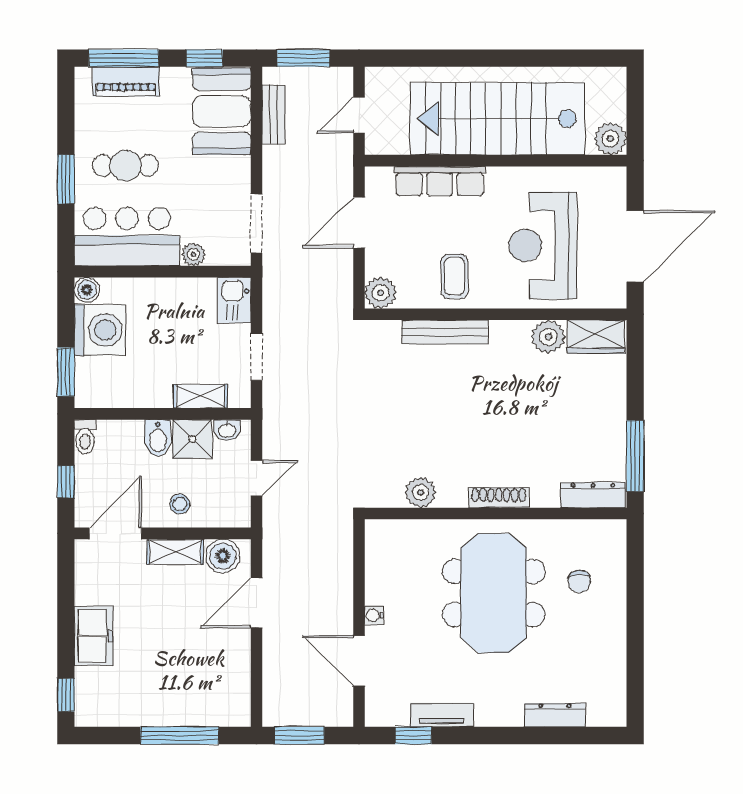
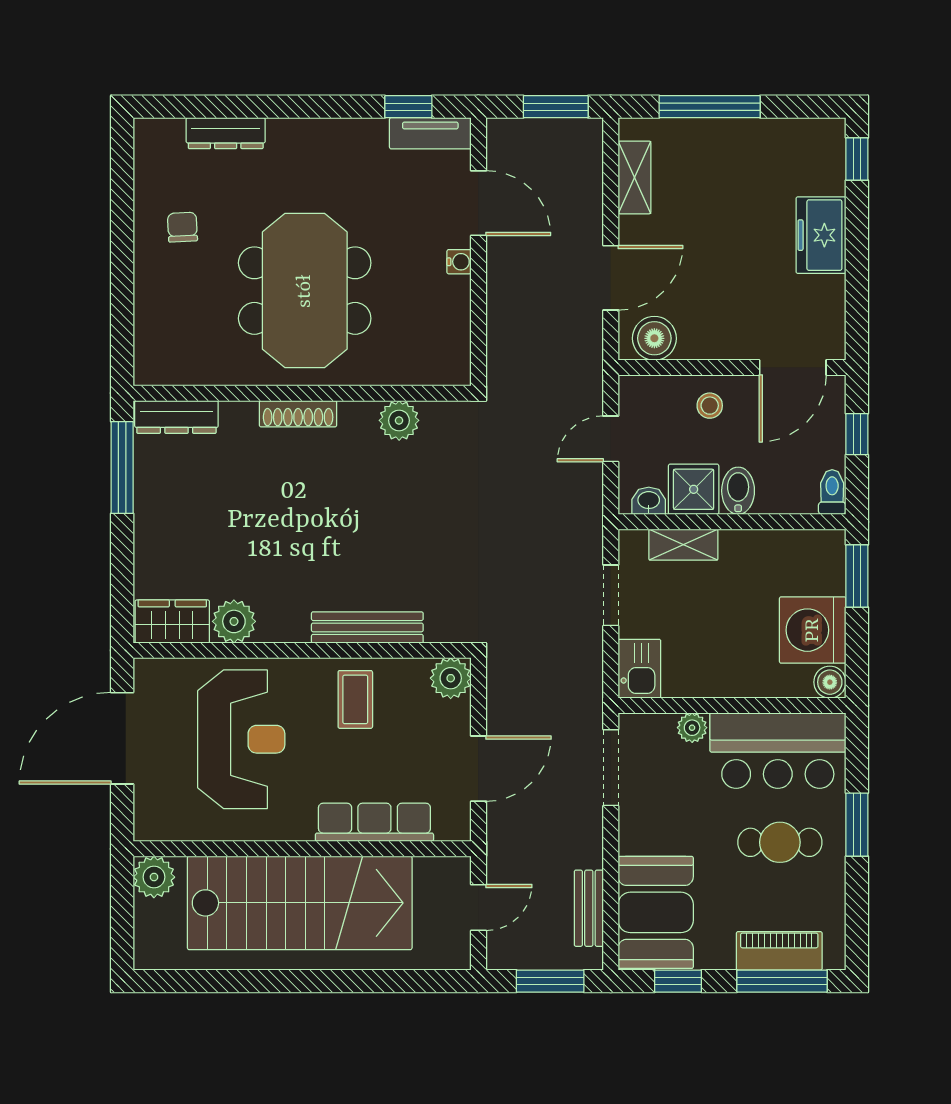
shelving: (175, 552) -> (634, 177), moved, turned 90
chair: (579, 581) -> (182, 227), moved
tv unit: (442, 715) -> (430, 133), moved

